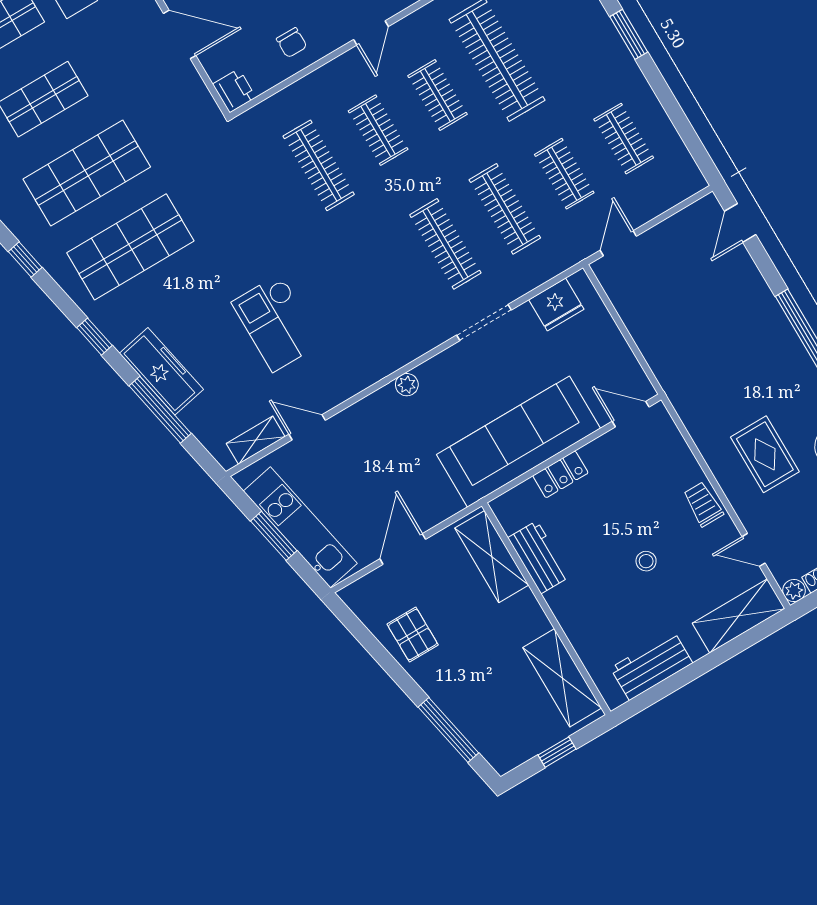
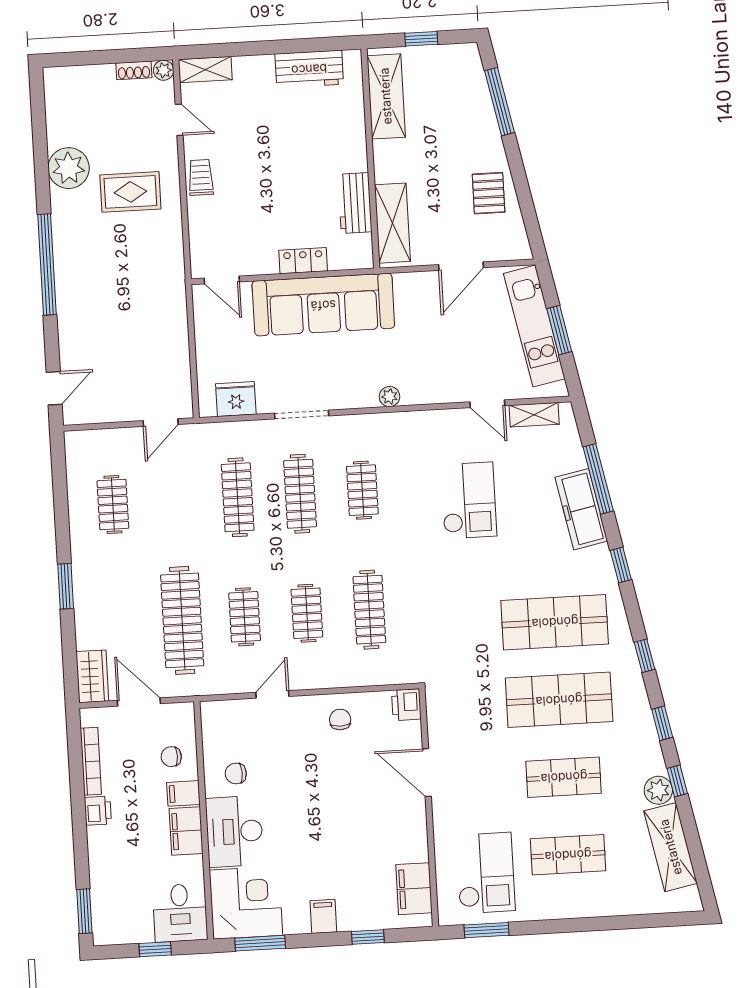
clothes rail: (564, 174) -> (362, 490), moved
rug: (765, 454) -> (130, 192), turned 90
trolley: (703, 504) -> (201, 177), turned 180
stool: (646, 561) -> (270, 155), removed
shelving: (739, 616) -> (205, 70), width x0.67, depth x0.75

